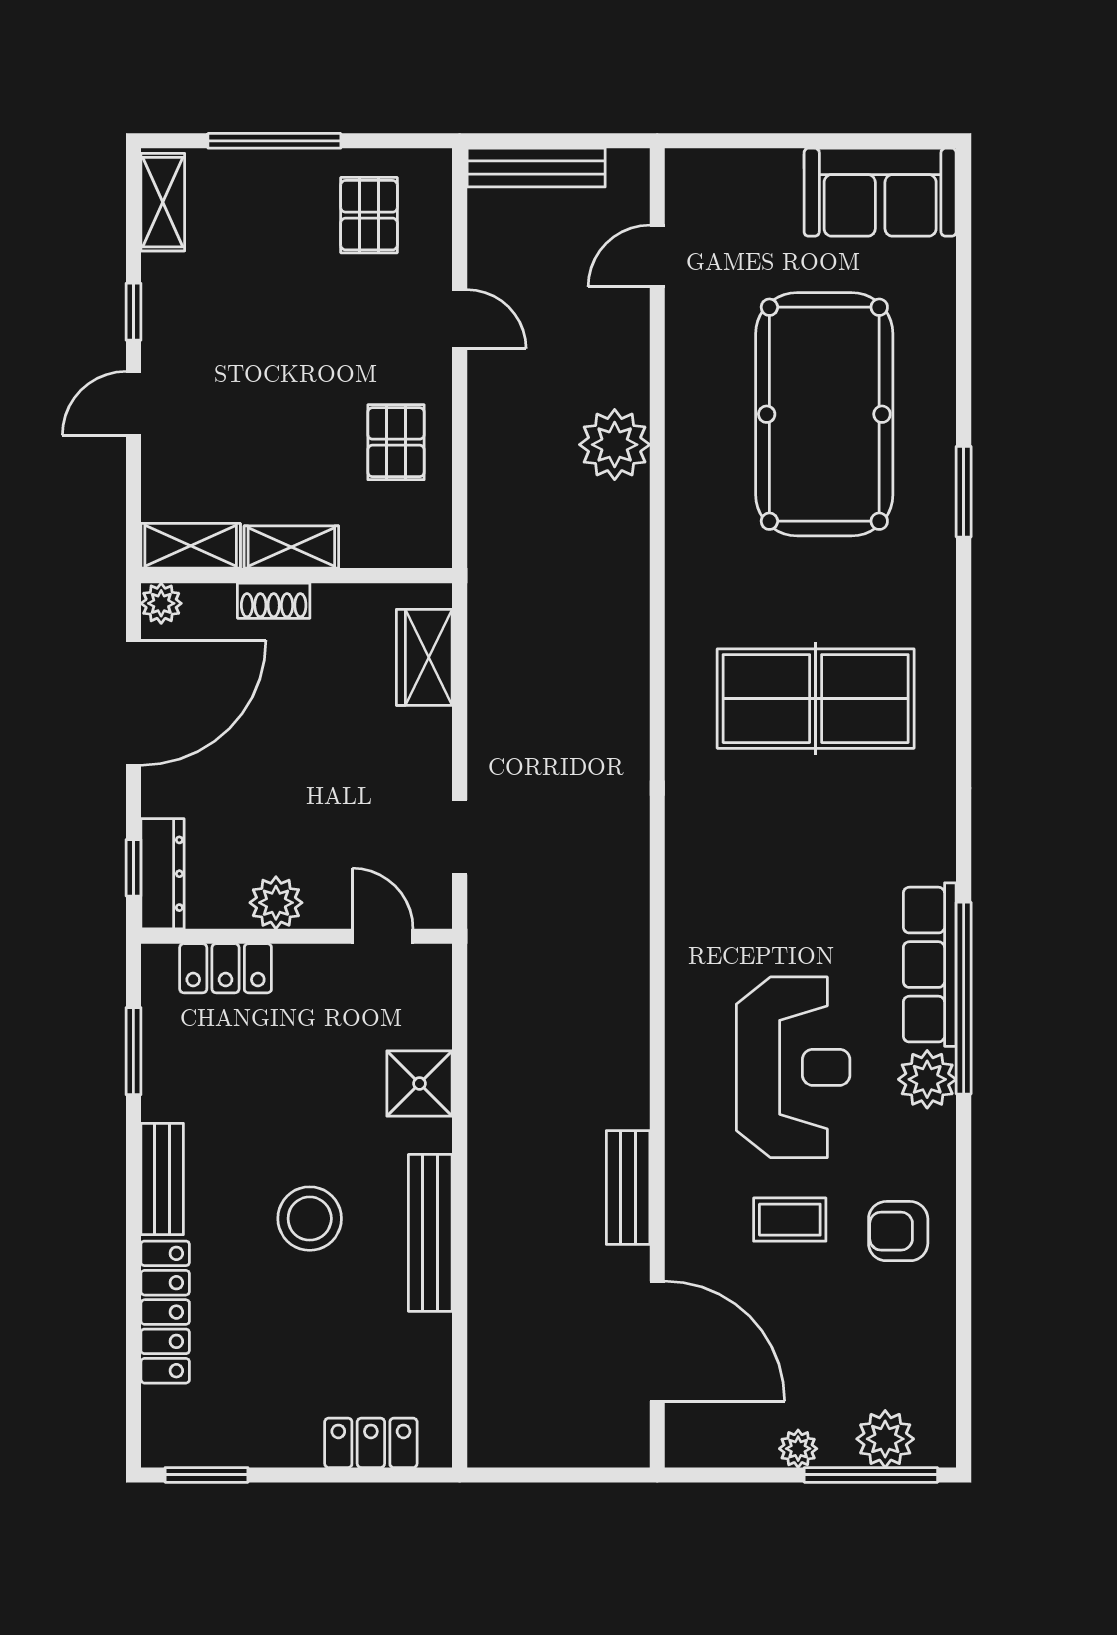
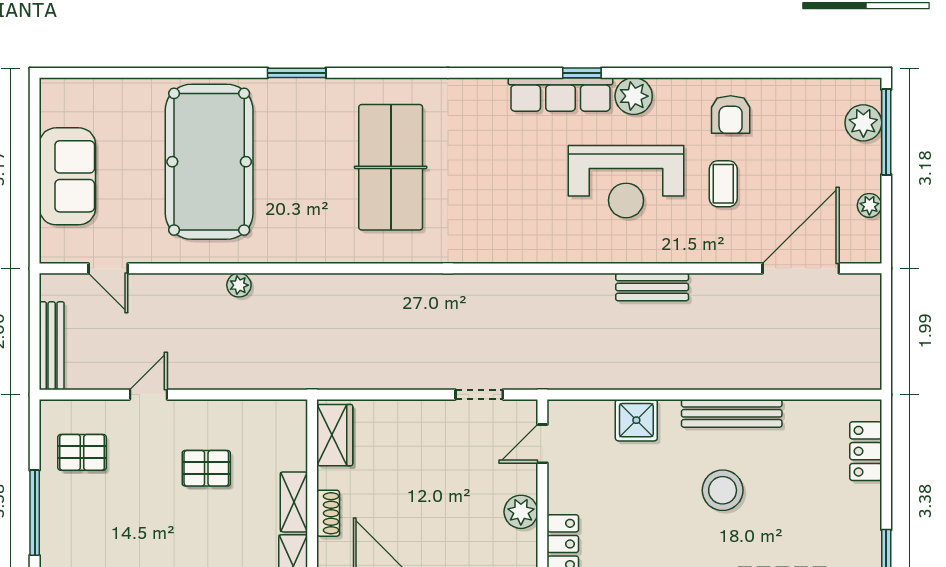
sofa: (880, 192) -> (67, 176), moved
pool table: (824, 414) -> (209, 162), turned 90
pallet: (396, 442) -> (206, 468), moved
plant: (615, 445) -> (239, 285), width x0.53, depth x0.53
window: (964, 492) -> (297, 73), moved
wardrobe: (424, 657) -> (335, 435), moved, turned -90
window: (964, 998) -> (582, 73), width x0.32
reception desk: (793, 1067) -> (626, 182), turned 180
bench: (628, 1187) -> (652, 287), moved
plant: (798, 1449) -> (869, 205), moved

